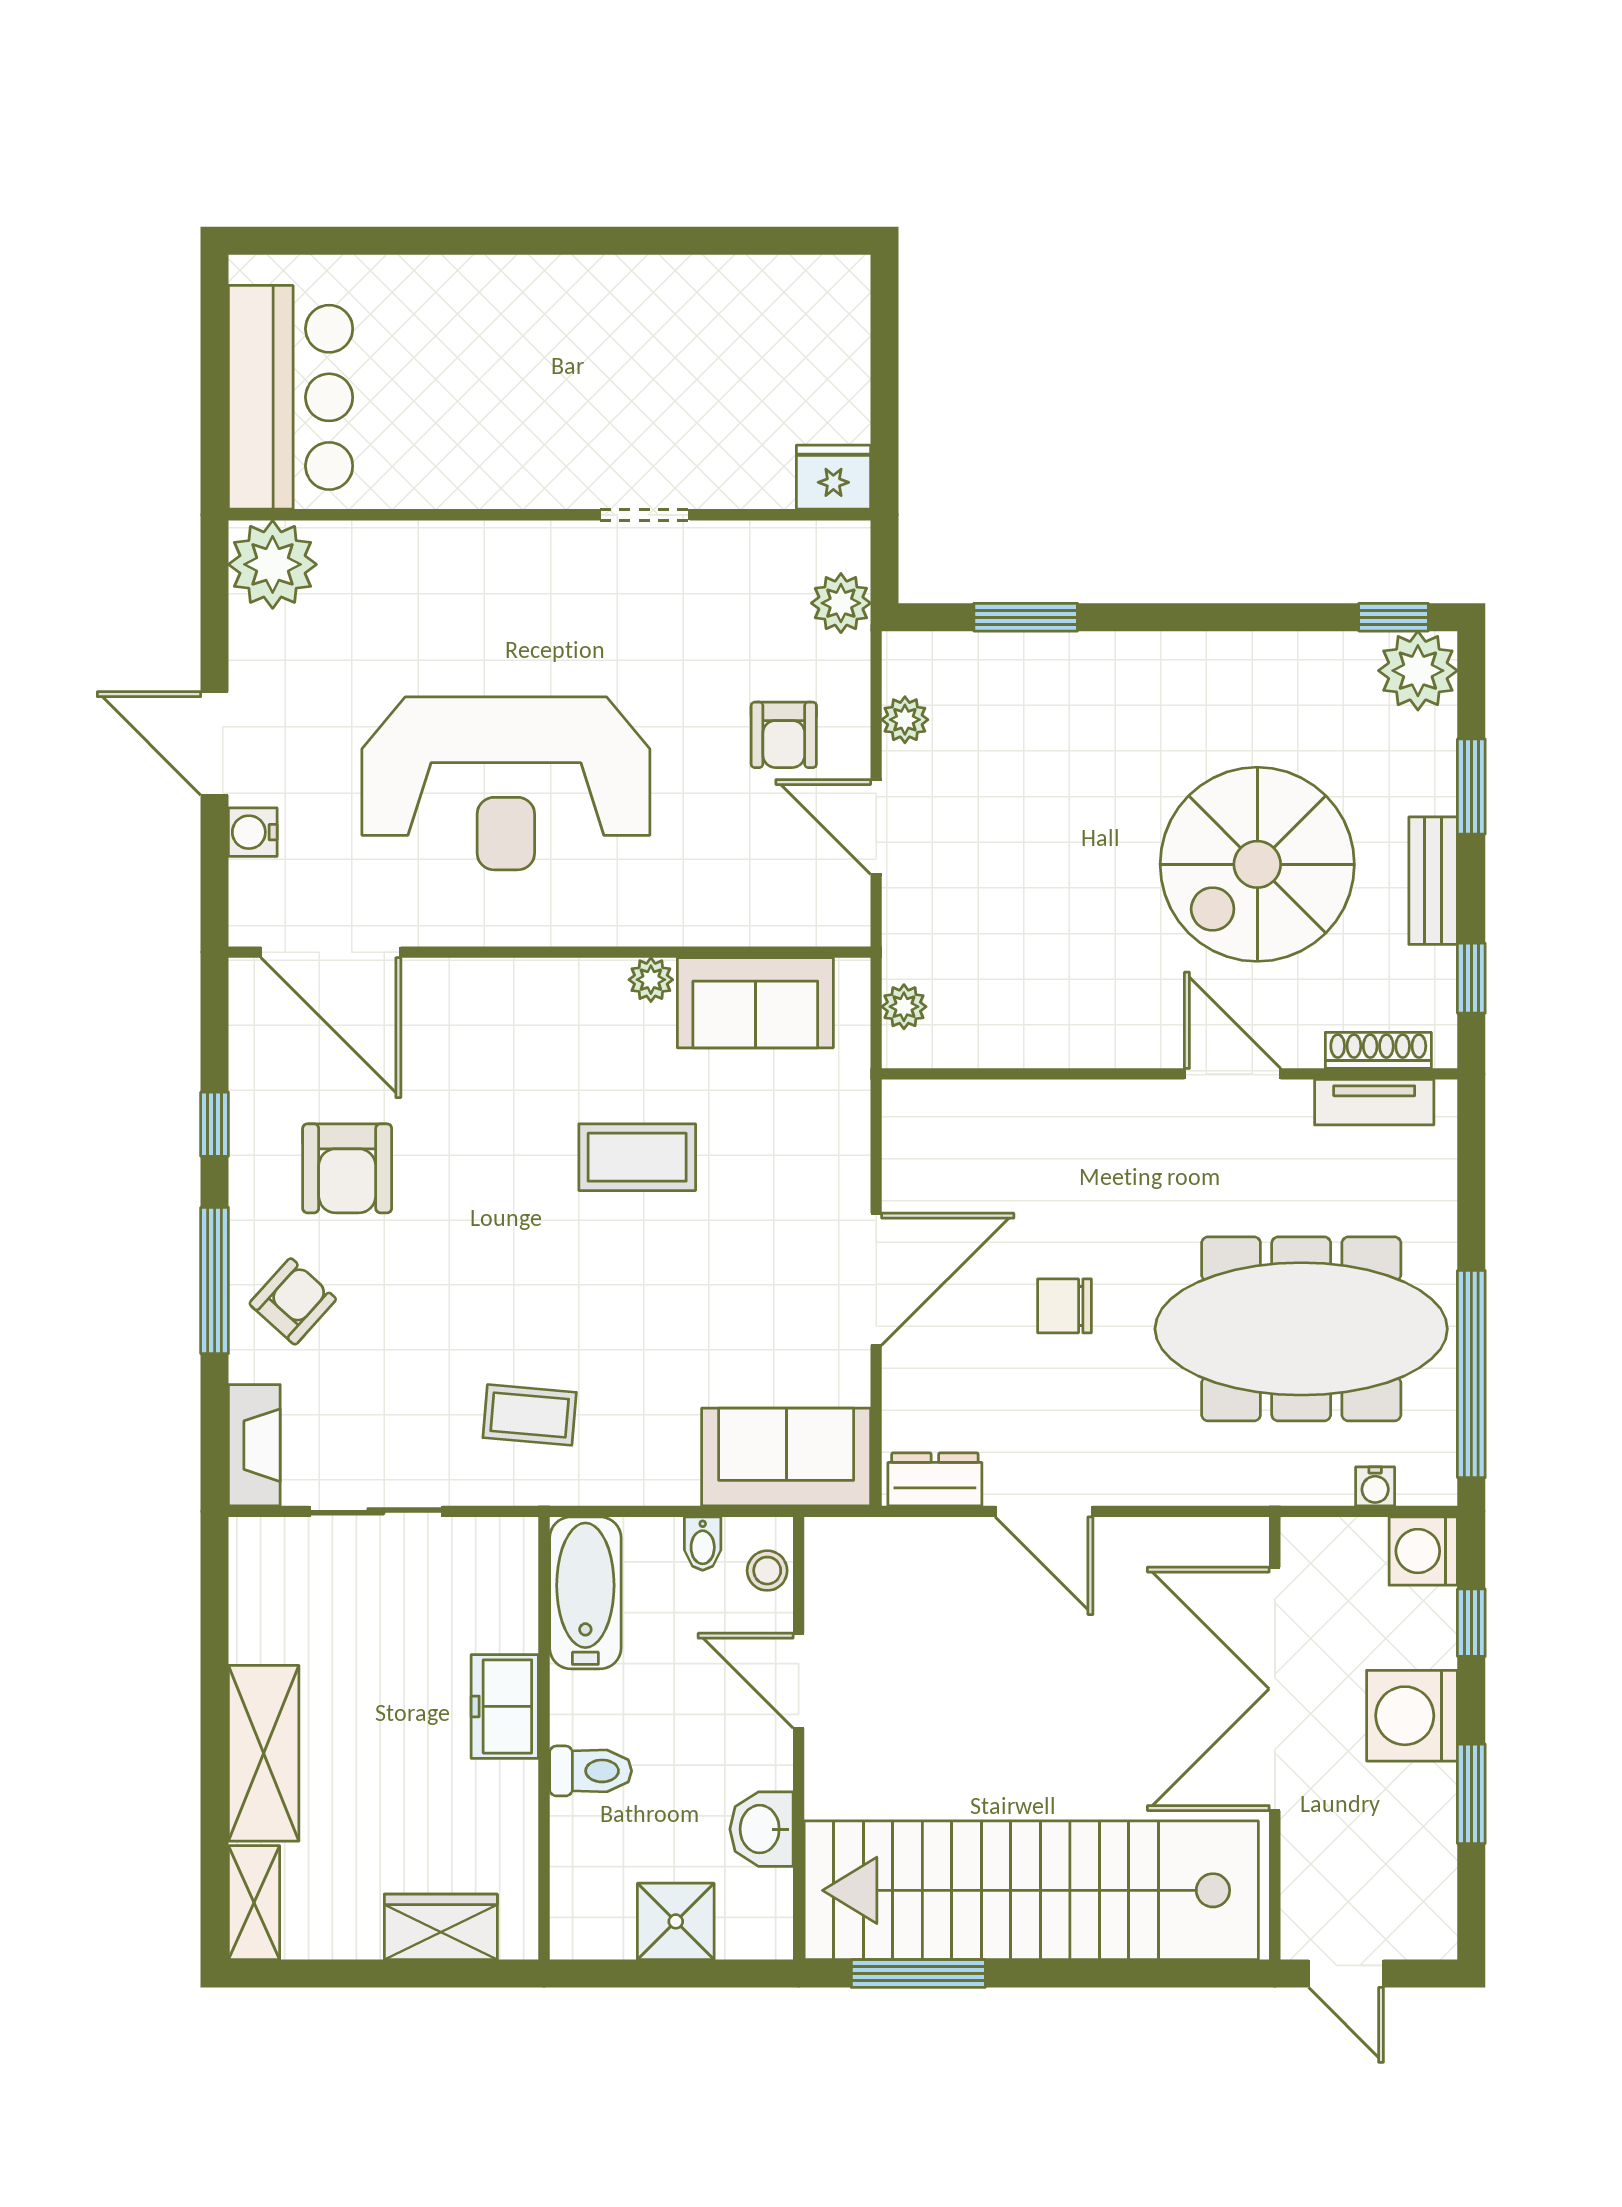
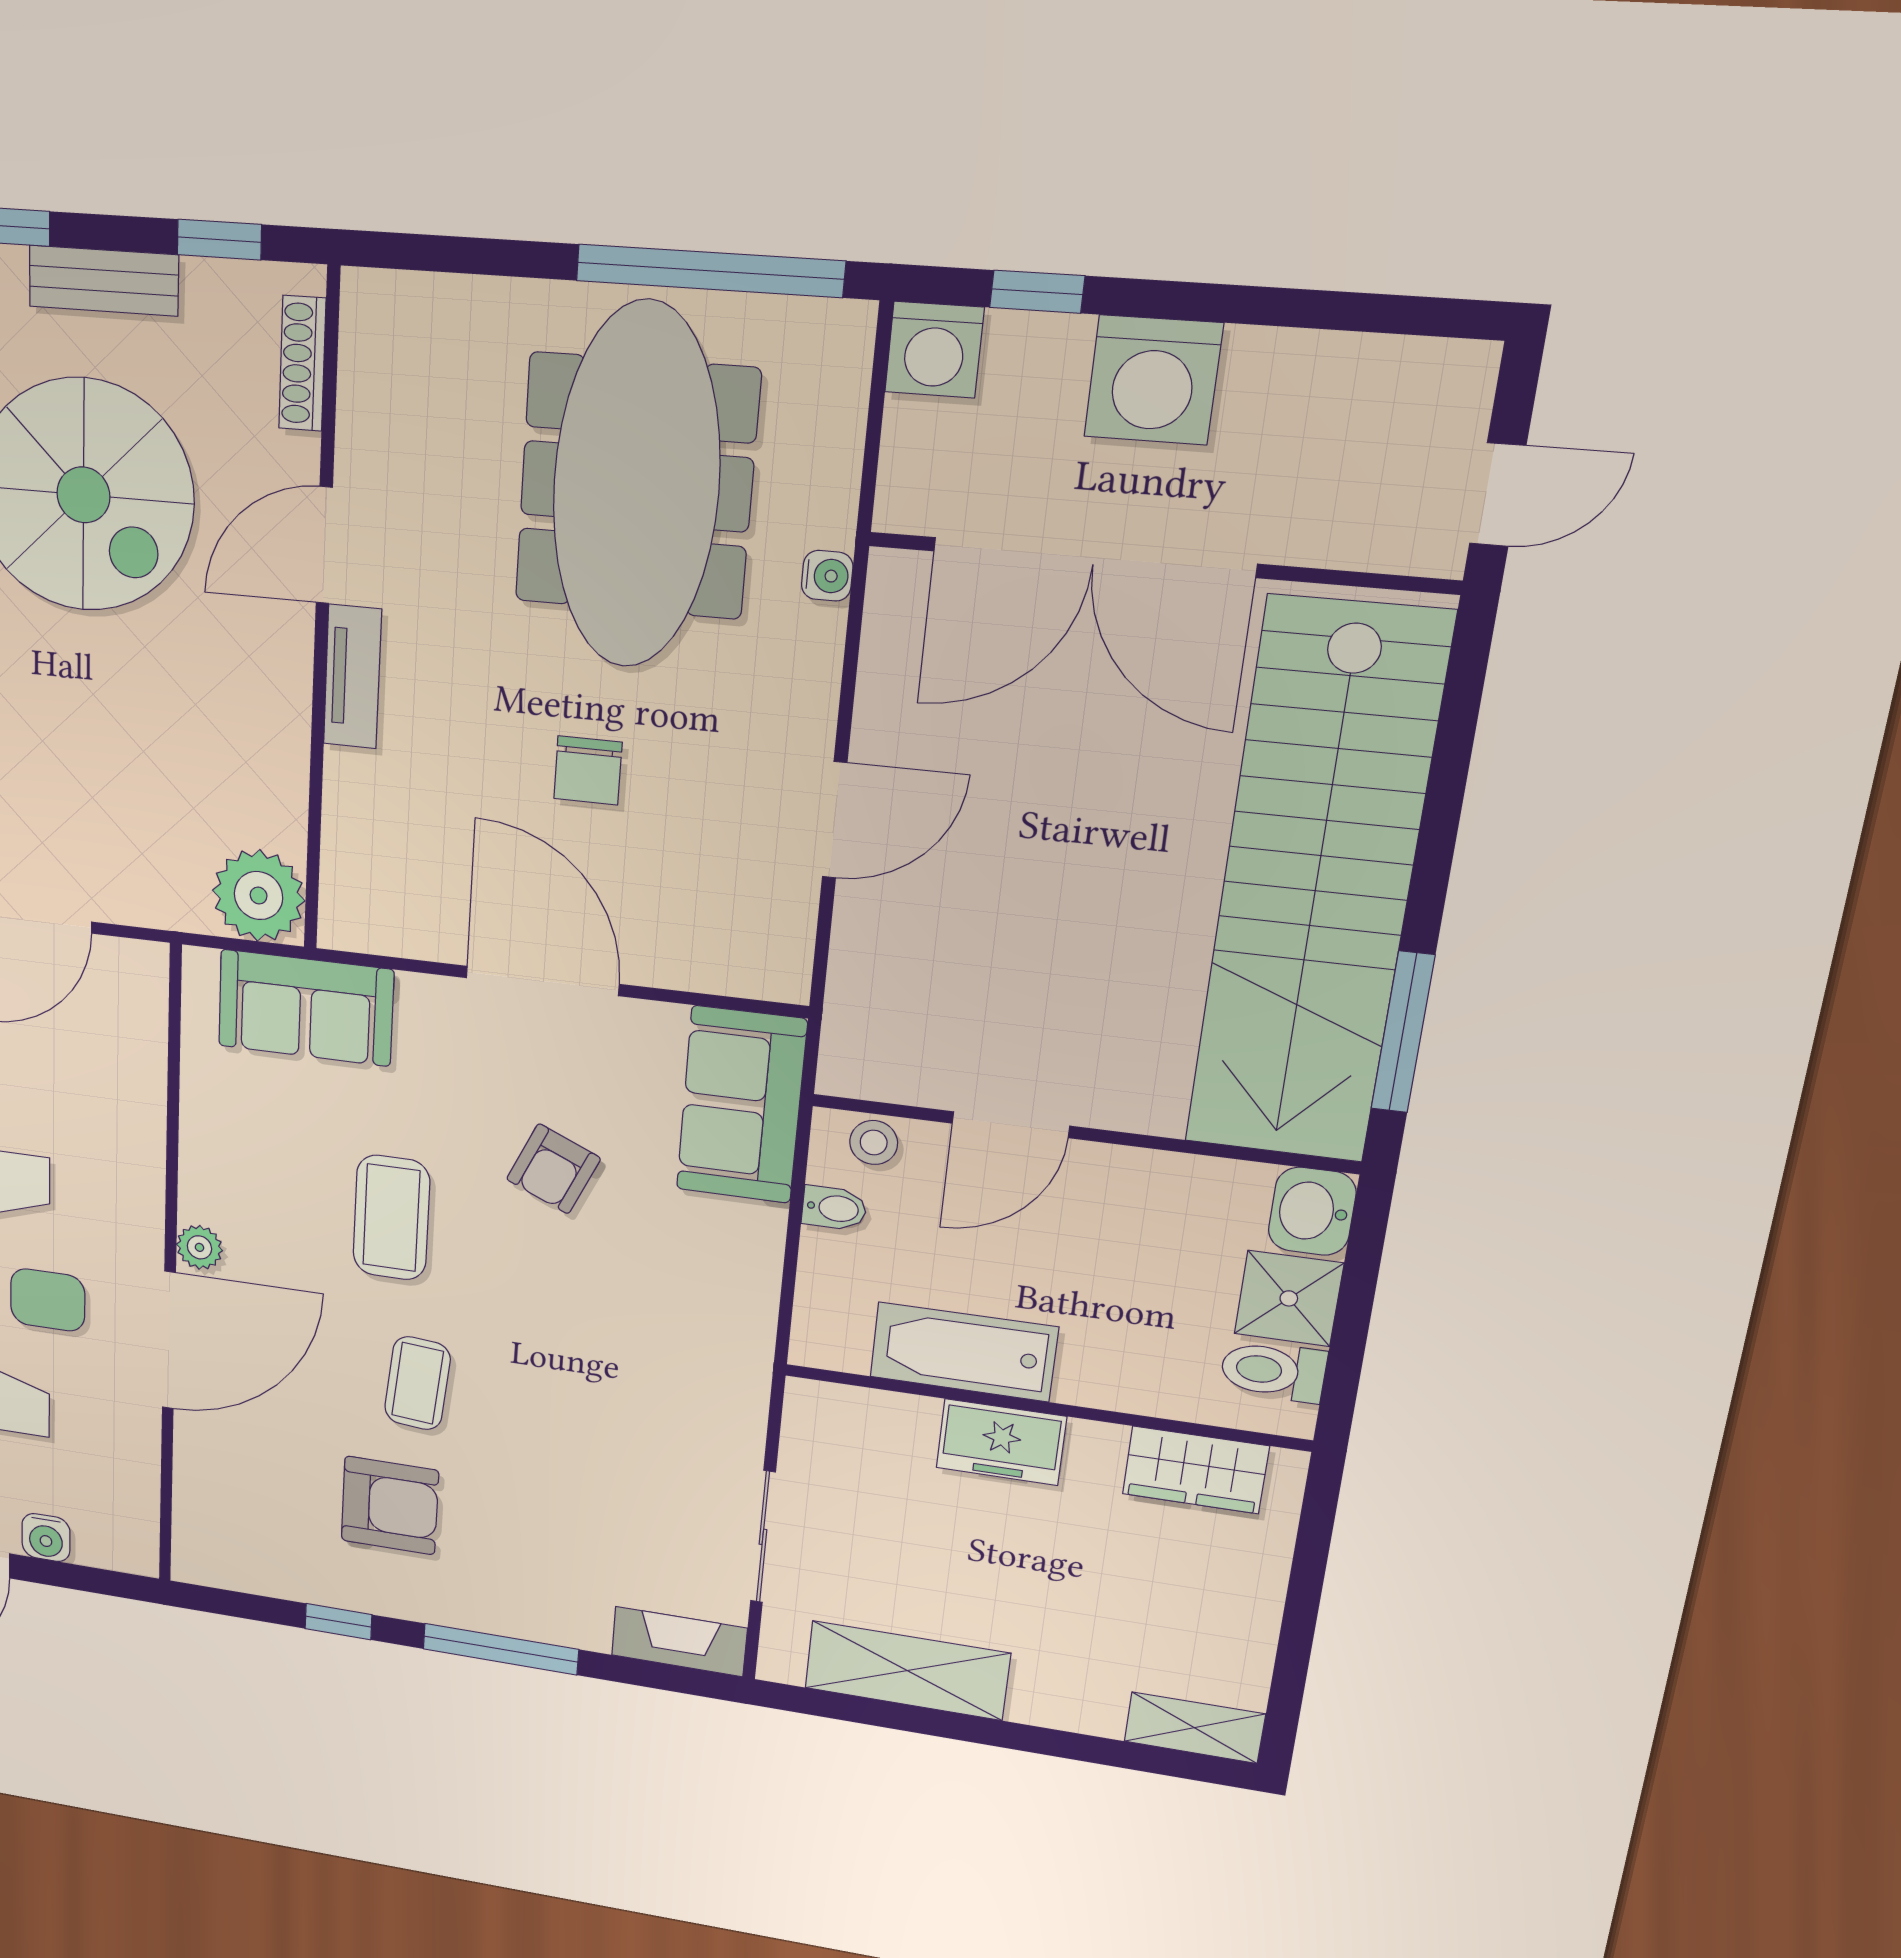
door: (331, 952) -> (169, 1340), moved
plant: (651, 980) -> (199, 1247), moved
sofa: (755, 1003) -> (306, 1008), moved, turned 90
plant: (904, 1007) -> (259, 896), width x1.87, depth x1.87
tv unit: (1374, 1102) -> (352, 677), moved
armchair: (293, 1301) -> (553, 1169), moved, turned -108
coffee table: (530, 1415) -> (417, 1383), moved
dresser: (935, 1479) -> (783, 942), removed
water cooler: (1375, 1486) -> (827, 576), moved
bathtub: (585, 1593) -> (964, 1352), moved
shelving: (264, 1753) -> (907, 1671), moved
toilet: (591, 1771) -> (1273, 1371), moved, turned -90
window: (1471, 1794) -> (1272, 307), removed
washbasin: (762, 1829) -> (1312, 1211), moved, turned 90
wardrobe: (441, 1927) -> (1196, 1470), moved, turned -90

